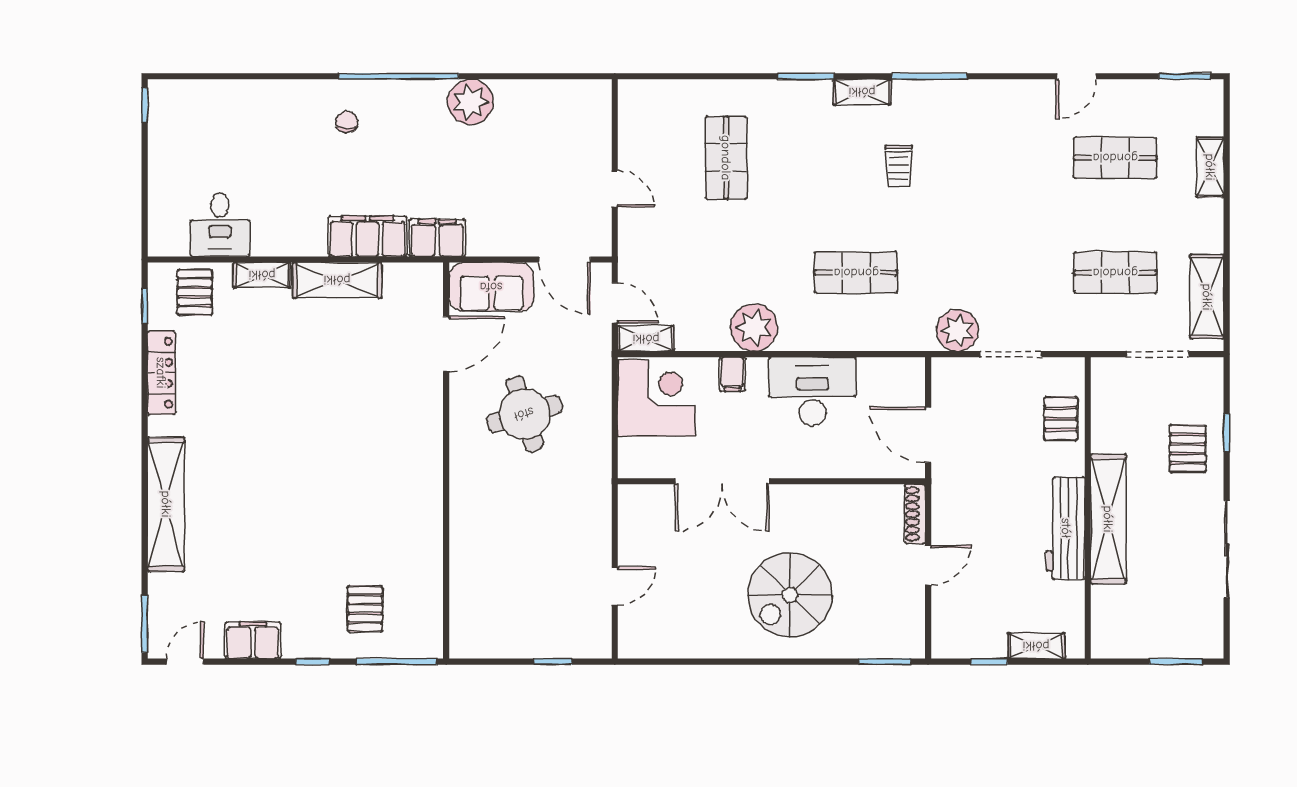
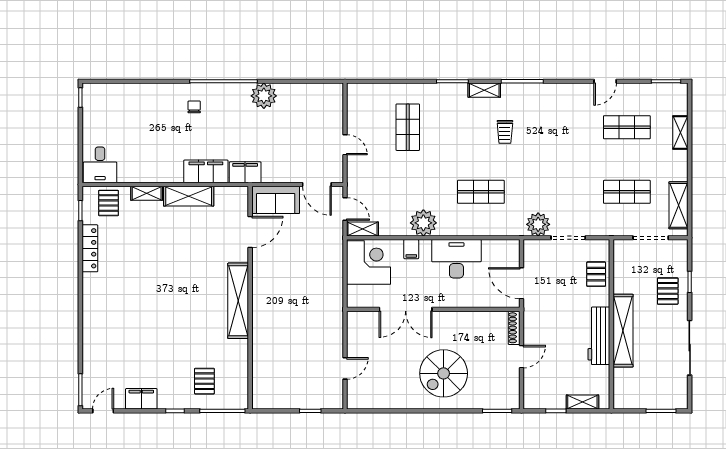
desk: (220, 225) -> (100, 165), moved
round table: (524, 414) -> (294, 271), removed
shelving: (166, 504) -> (238, 301), moved

